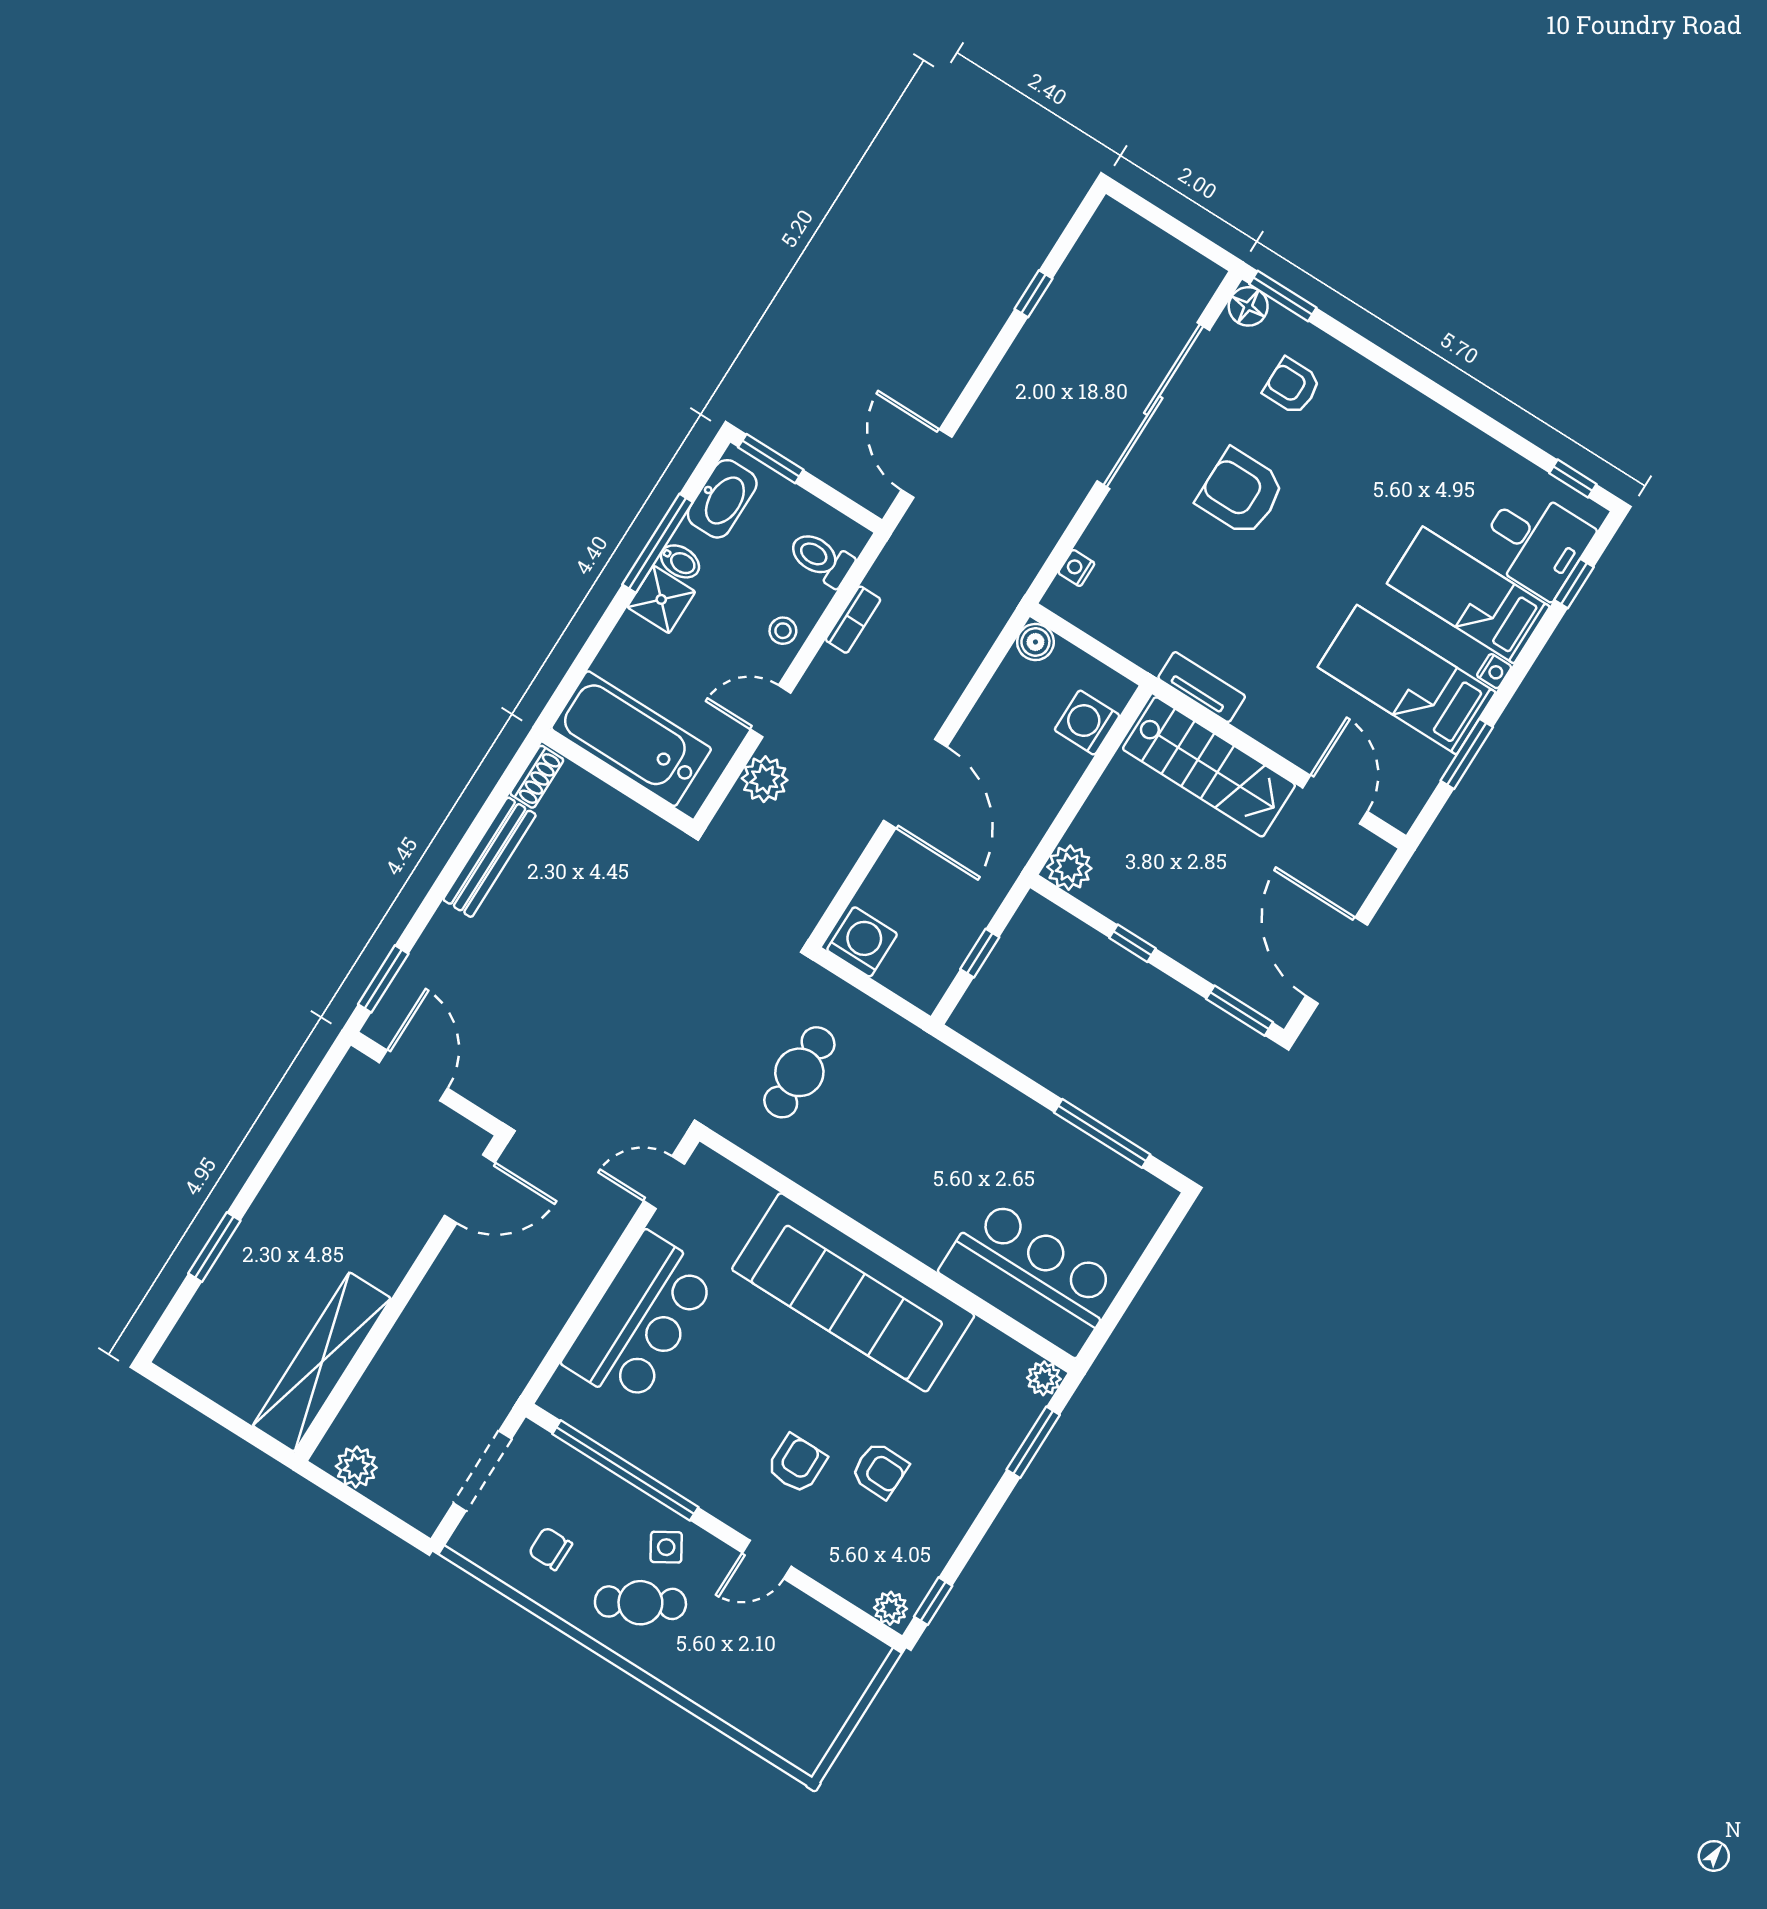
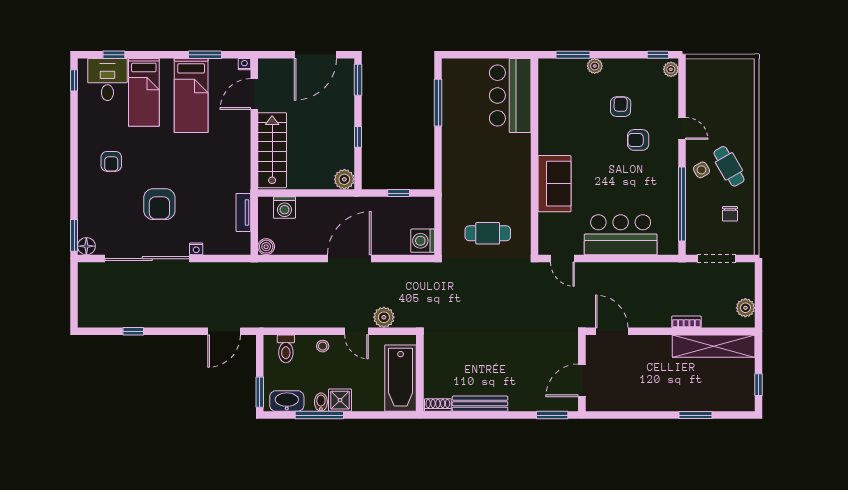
armchair: (1292, 386) -> (111, 161), moved
nightstand: (1076, 568) -> (196, 249), moved
bookcase: (853, 620) -> (687, 322), moved
nightstand: (1494, 671) -> (244, 64), moved
tv unit: (1202, 687) -> (243, 212), moved
sofa: (853, 1292) -> (555, 184), width x0.54, depth x0.79
plant: (1044, 1378) -> (595, 66), moved
window: (197, 1401) -> (758, 385), added

